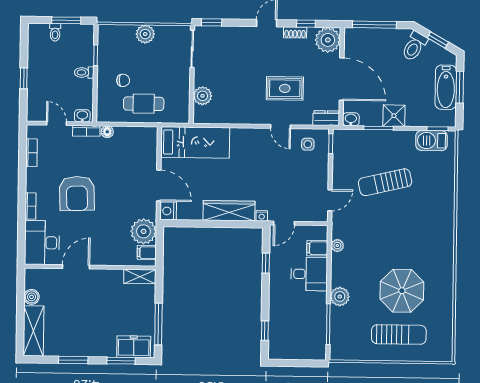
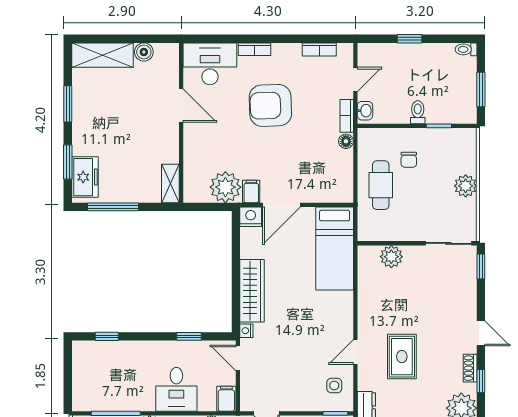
toilet: (55, 32) -> (466, 49), moved
filing cabinet: (317, 248) -> (226, 399), moved
filing cabinet: (147, 253) -> (251, 191), moved

